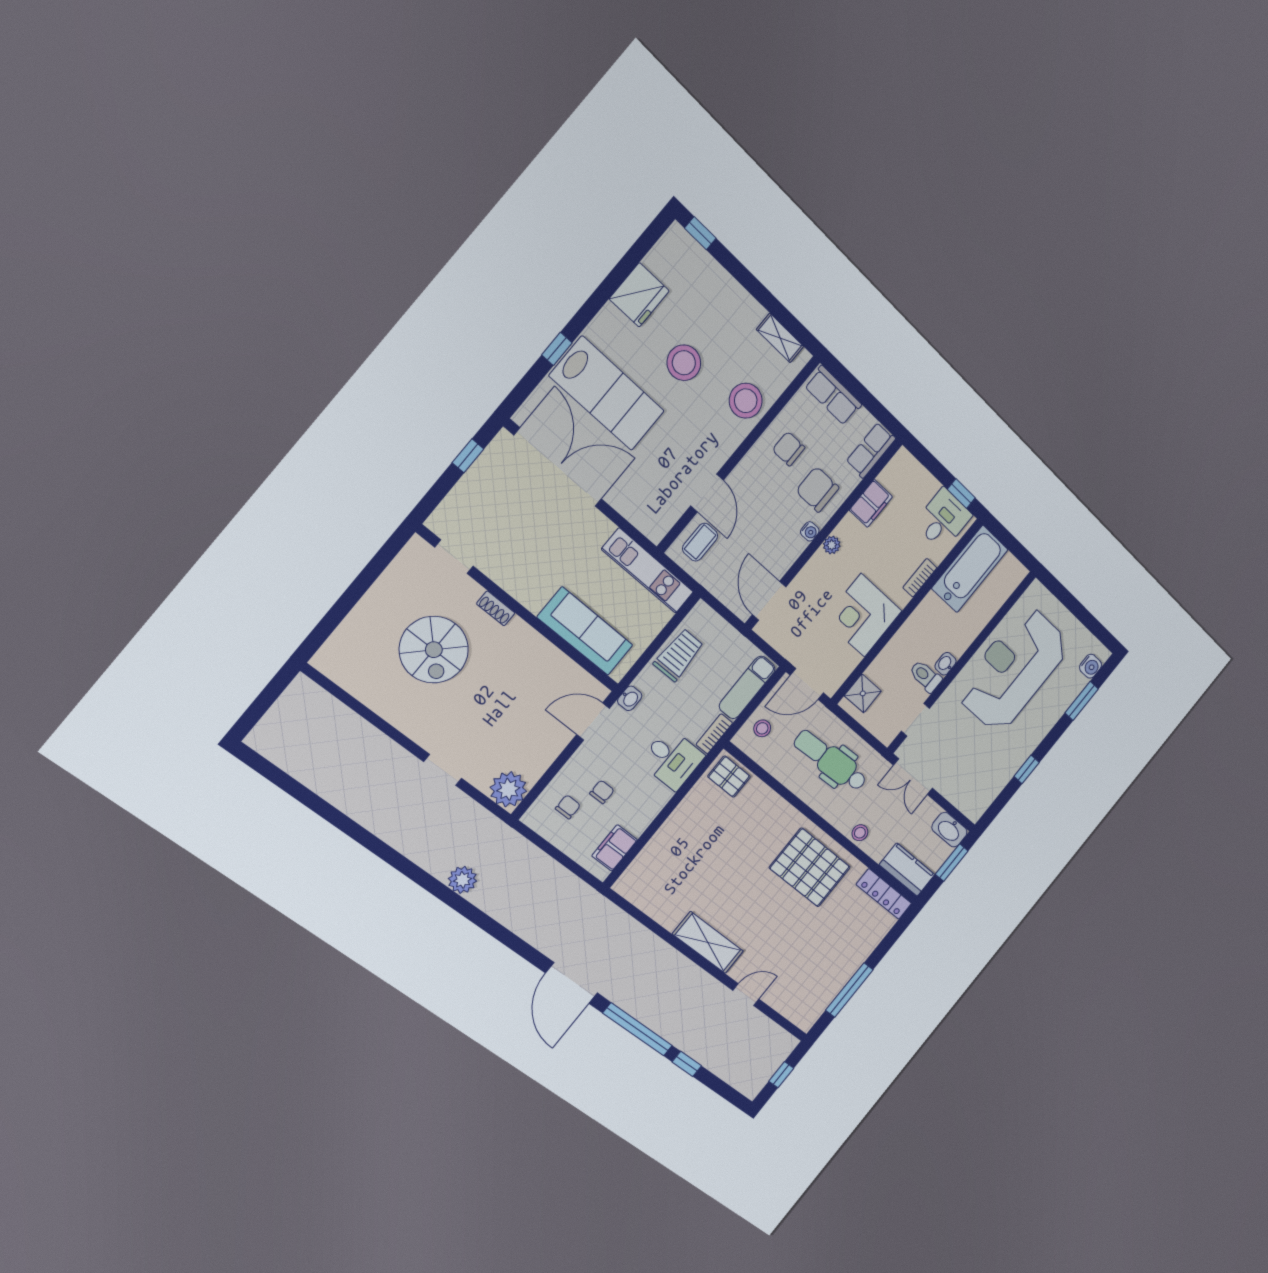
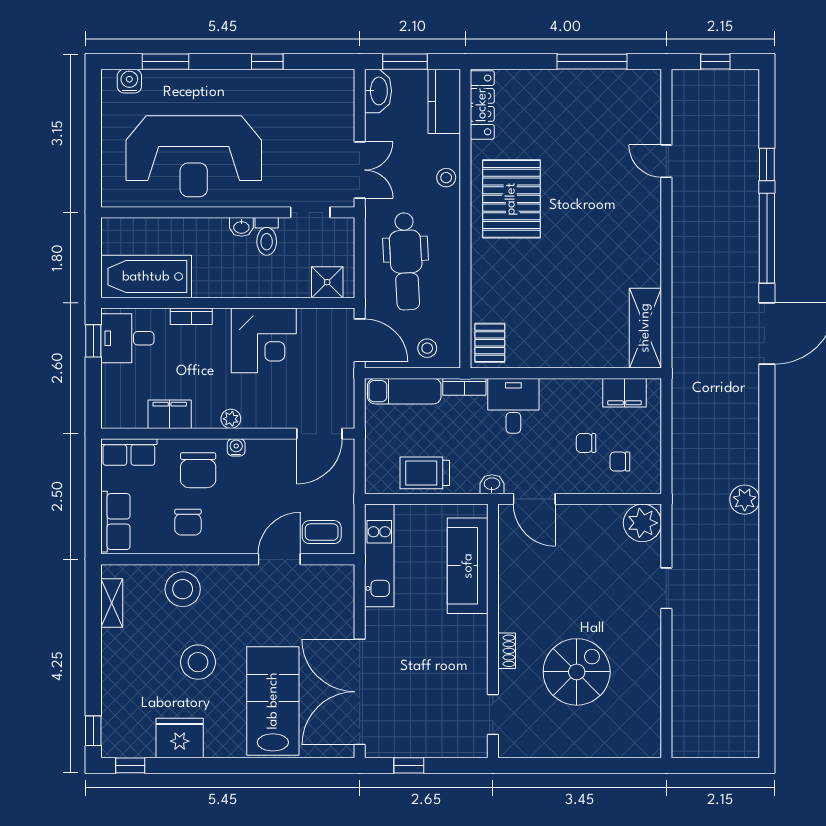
window: (557, 349) -> (130, 765), moved
shelving: (708, 943) -> (645, 328), moved

